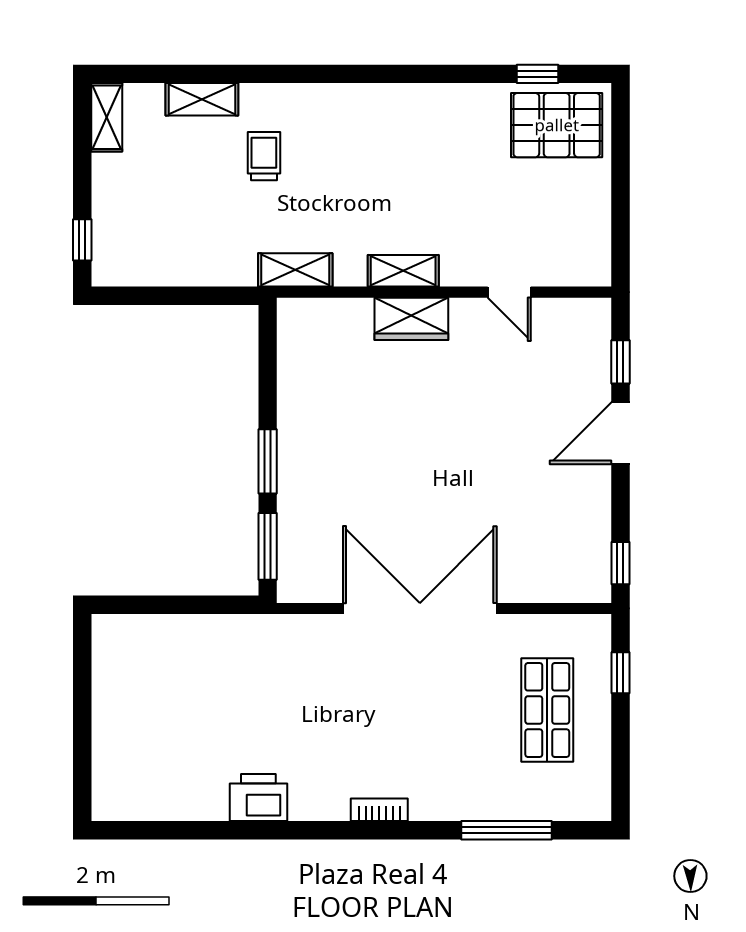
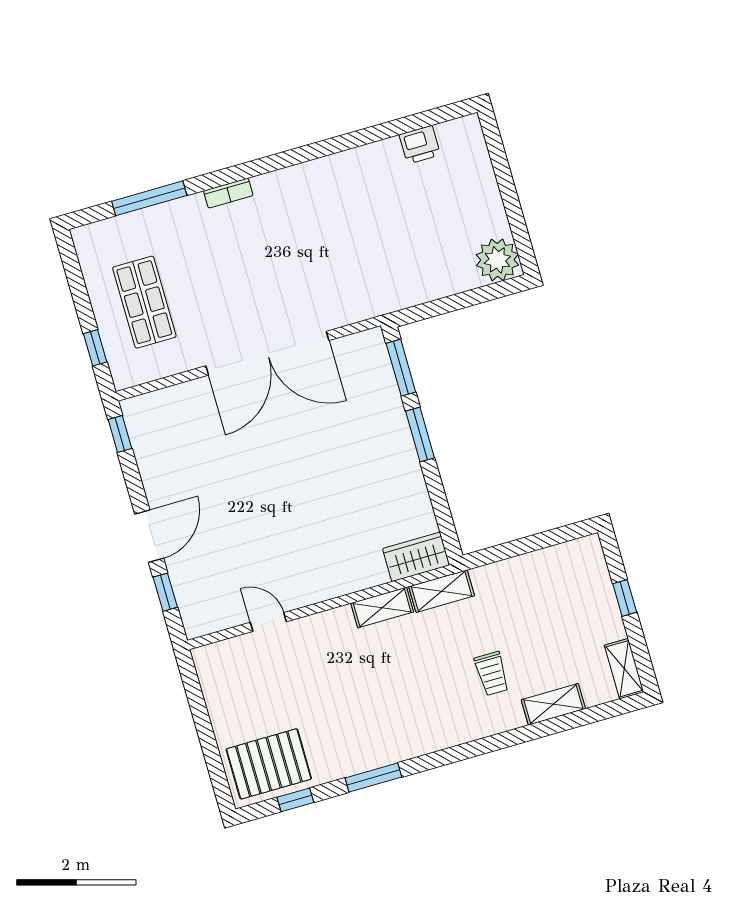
window: (438, 74) -> (373, 777), added
window: (82, 240) -> (625, 598), moved
shelving: (403, 271) -> (382, 608), moved
wardrobe: (411, 319) -> (416, 557), moved
plant: (118, 641) -> (497, 260), added
printer: (258, 798) -> (420, 145), moved, width x0.73, depth x0.81
bookcase: (379, 810) -> (228, 193), moved

